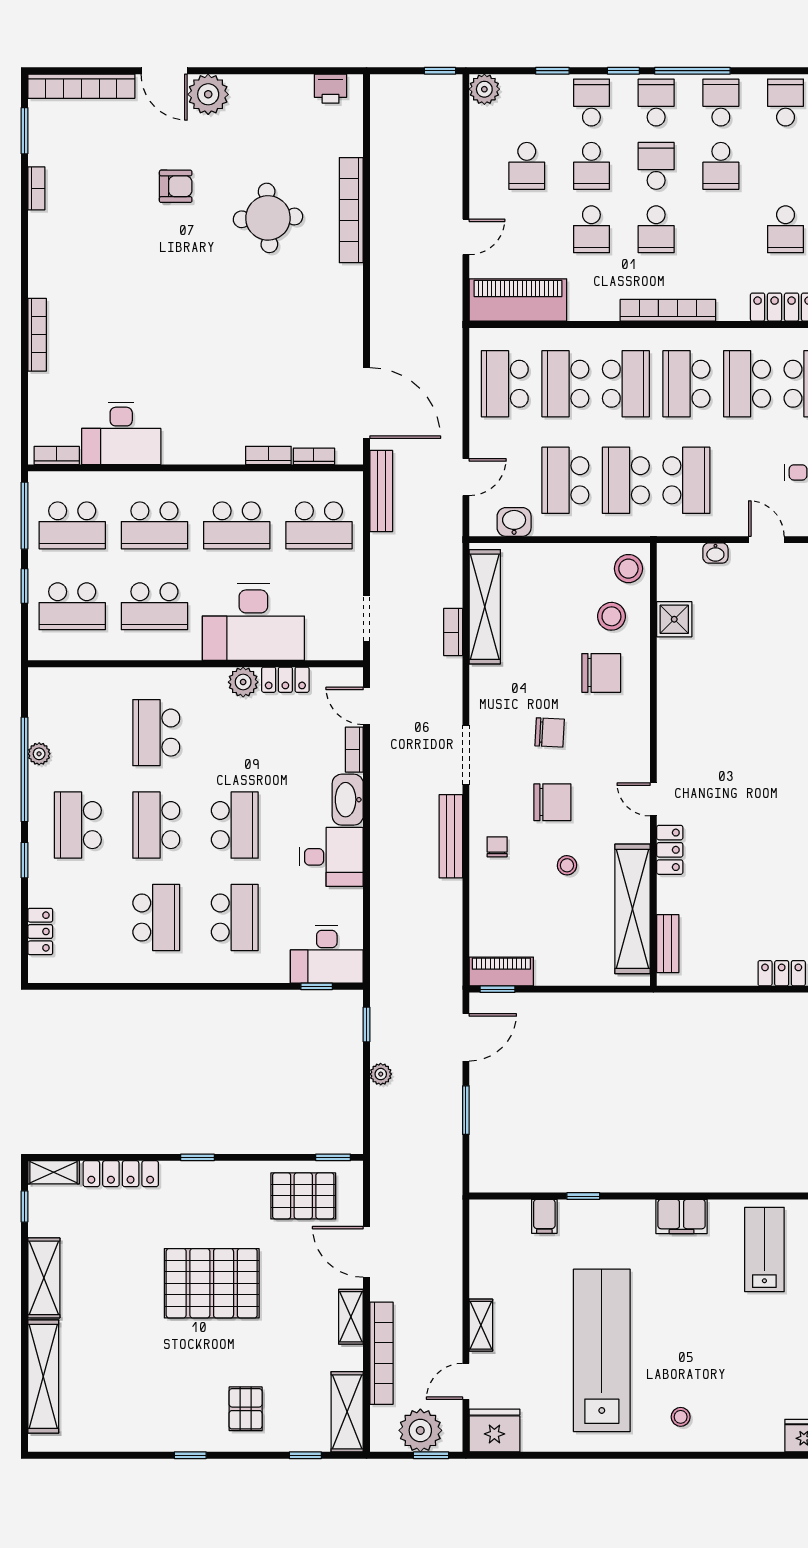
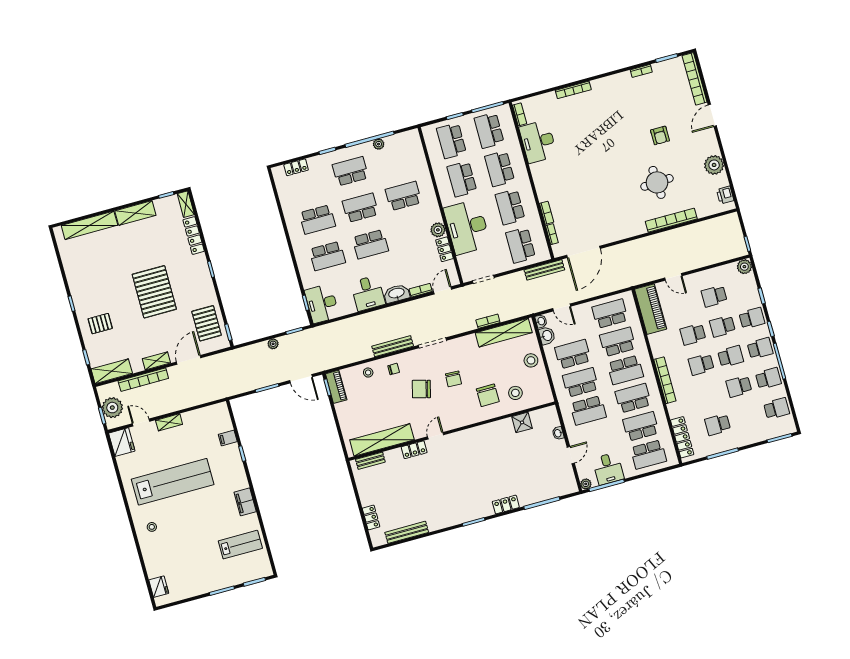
plant: (208, 94) -> (714, 165), moved
washbasin: (482, 526) -> (541, 321), added
stool: (628, 569) -> (531, 360), moved
chair: (552, 802) -> (421, 389), turned 105
stool: (567, 865) -> (368, 373), moved

